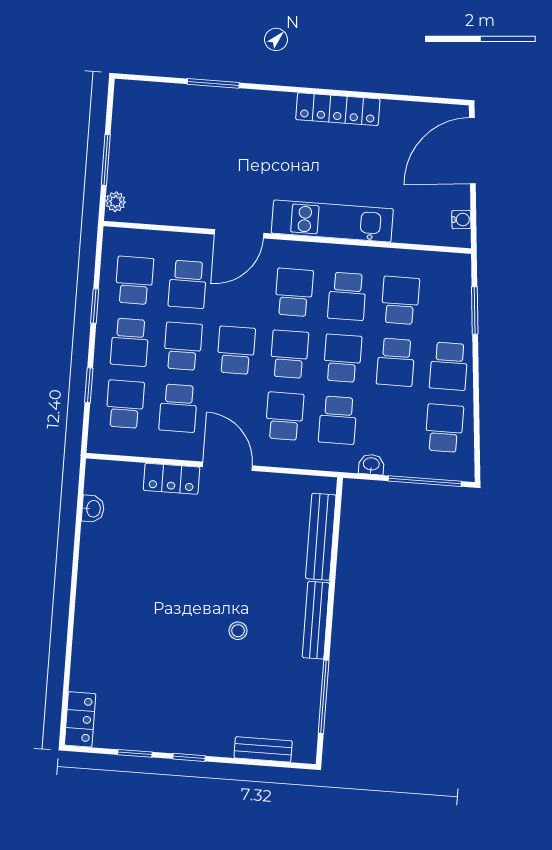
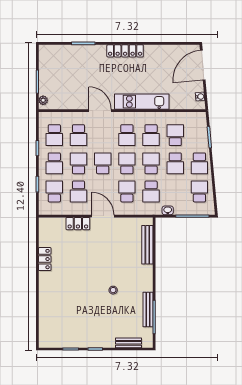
locker: (338, 109) -> (125, 51), moved
door: (239, 234) -> (100, 111), swing flipped
school desk: (134, 280) -> (54, 135), turned 180
school desk: (294, 292) -> (127, 135), turned 180
washbasin: (93, 509) -> (43, 240), removed
bench: (316, 620) -> (148, 309), moved
locker: (80, 719) -> (45, 259), moved

